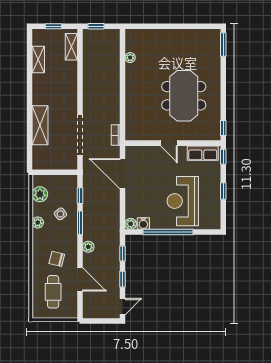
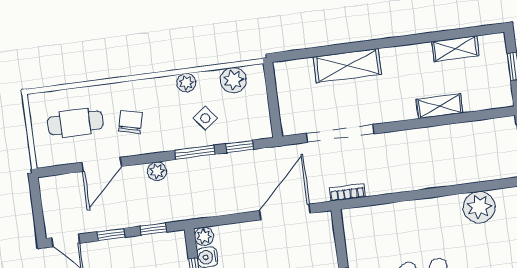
shelving: (71, 47) -> (440, 106), moved
plant: (130, 58) -> (479, 207), width x1.87, depth x1.87

